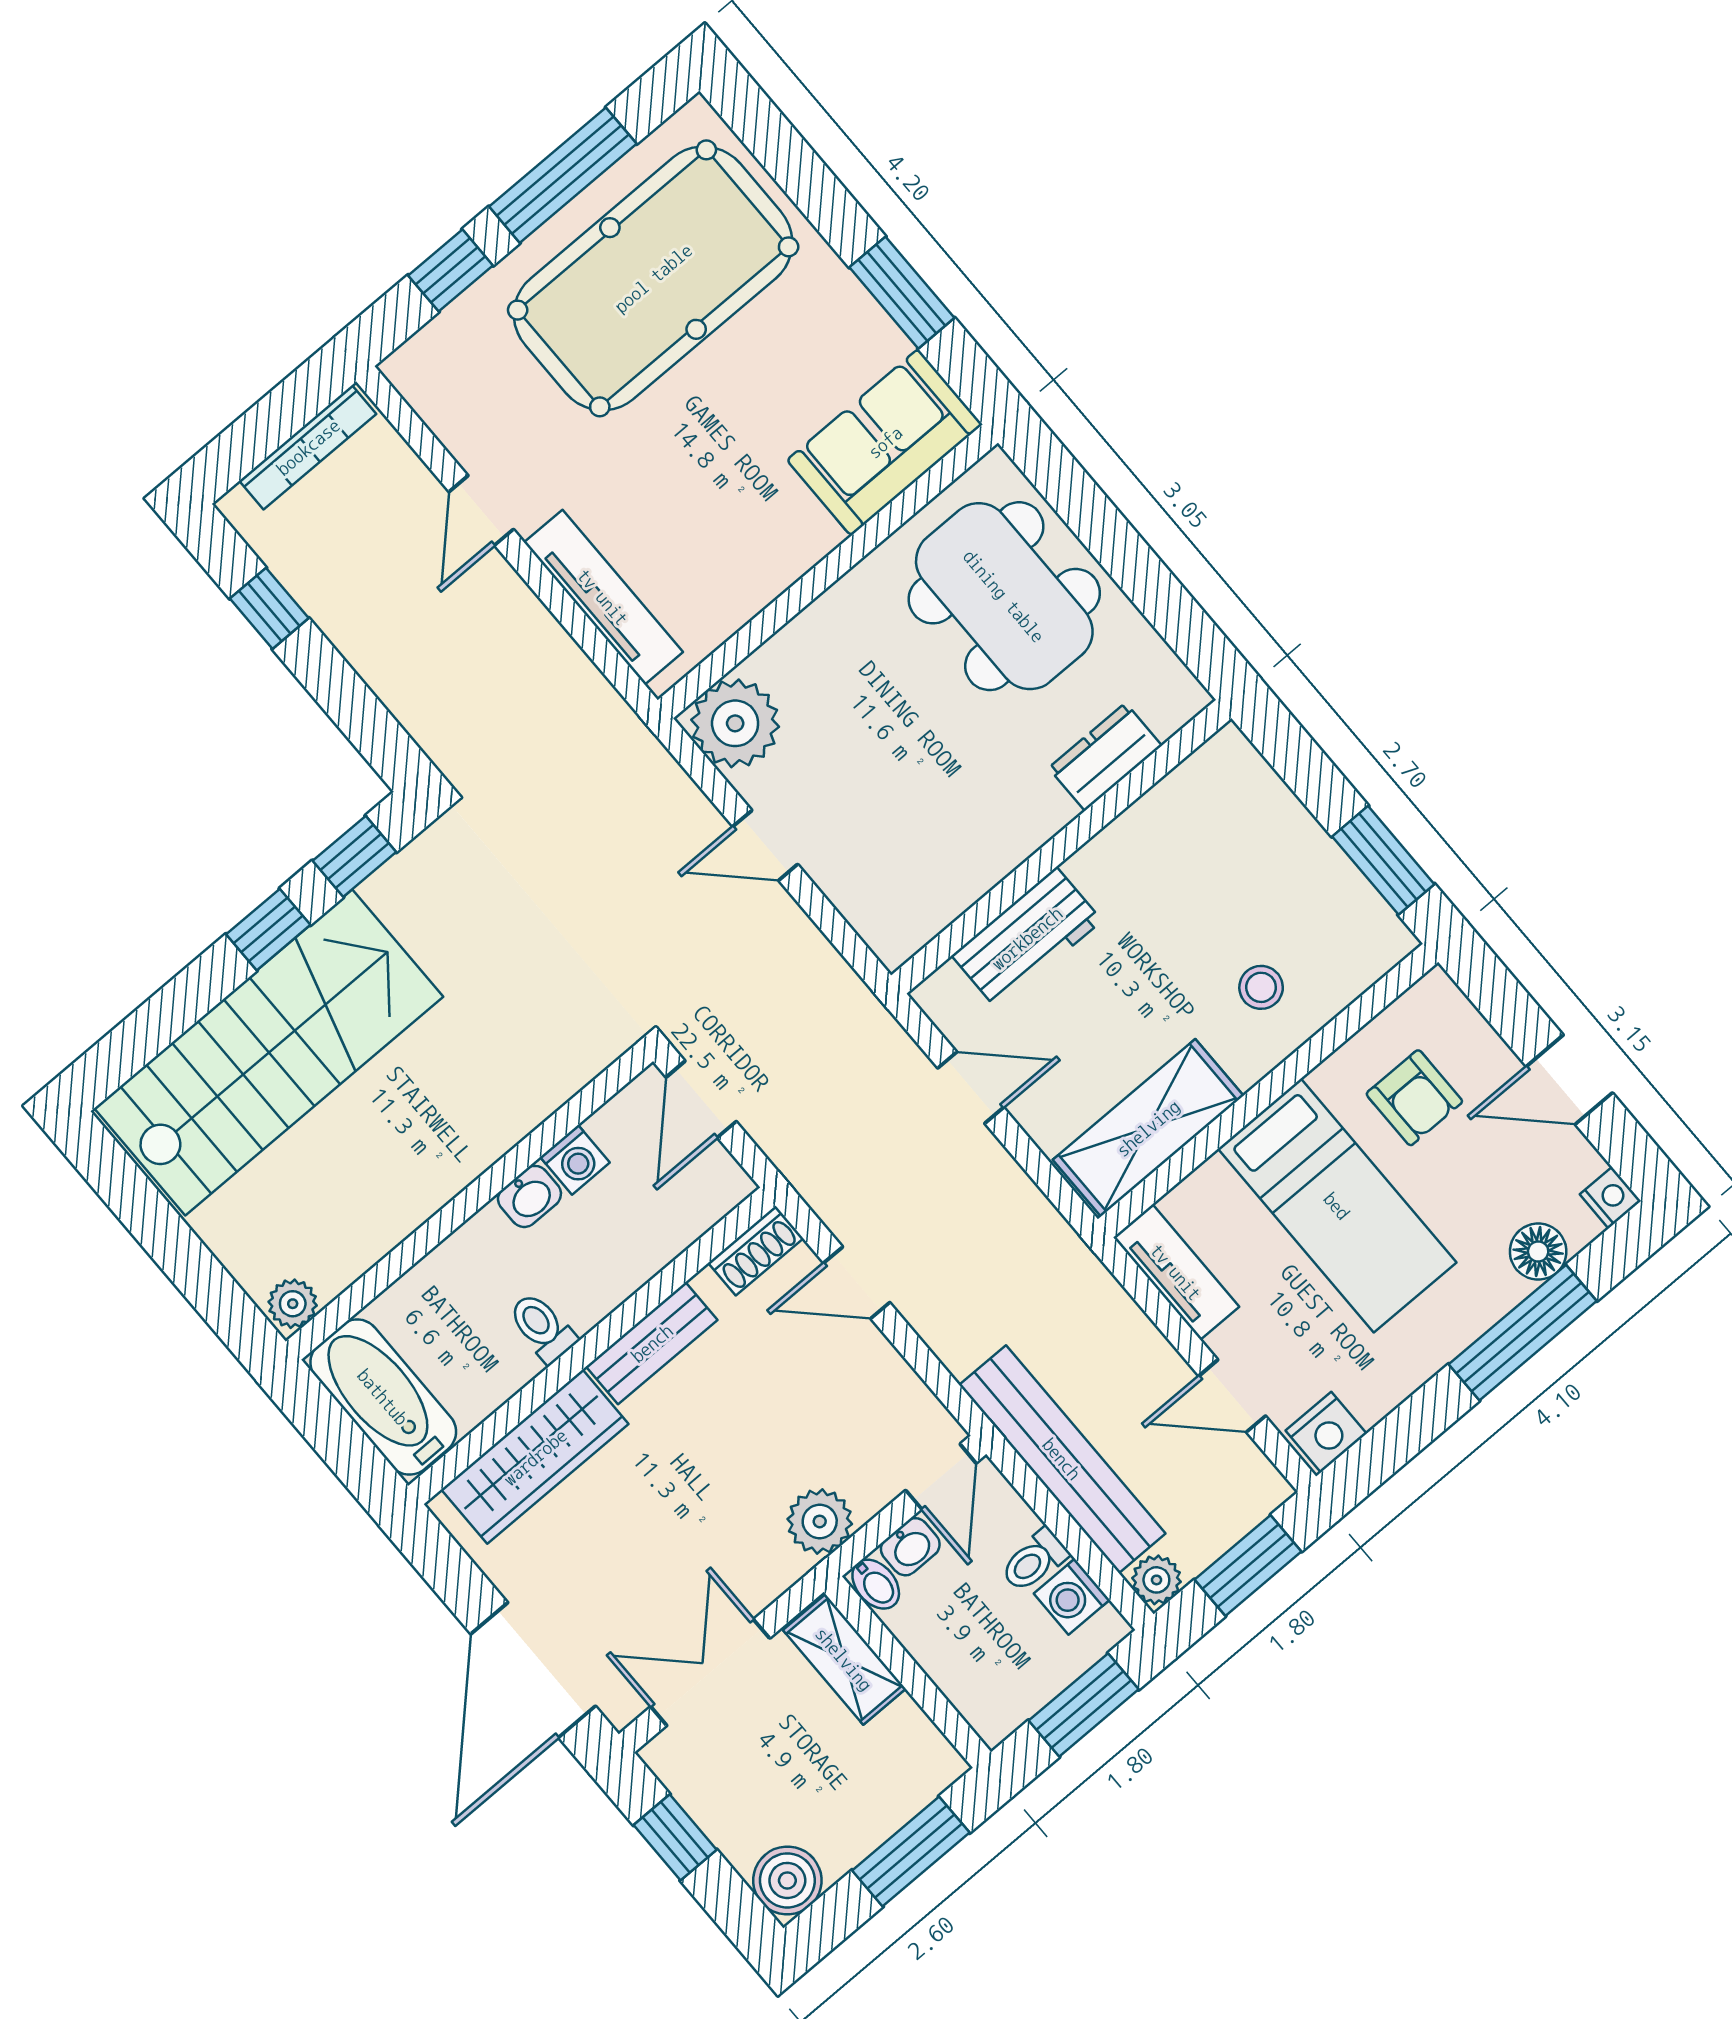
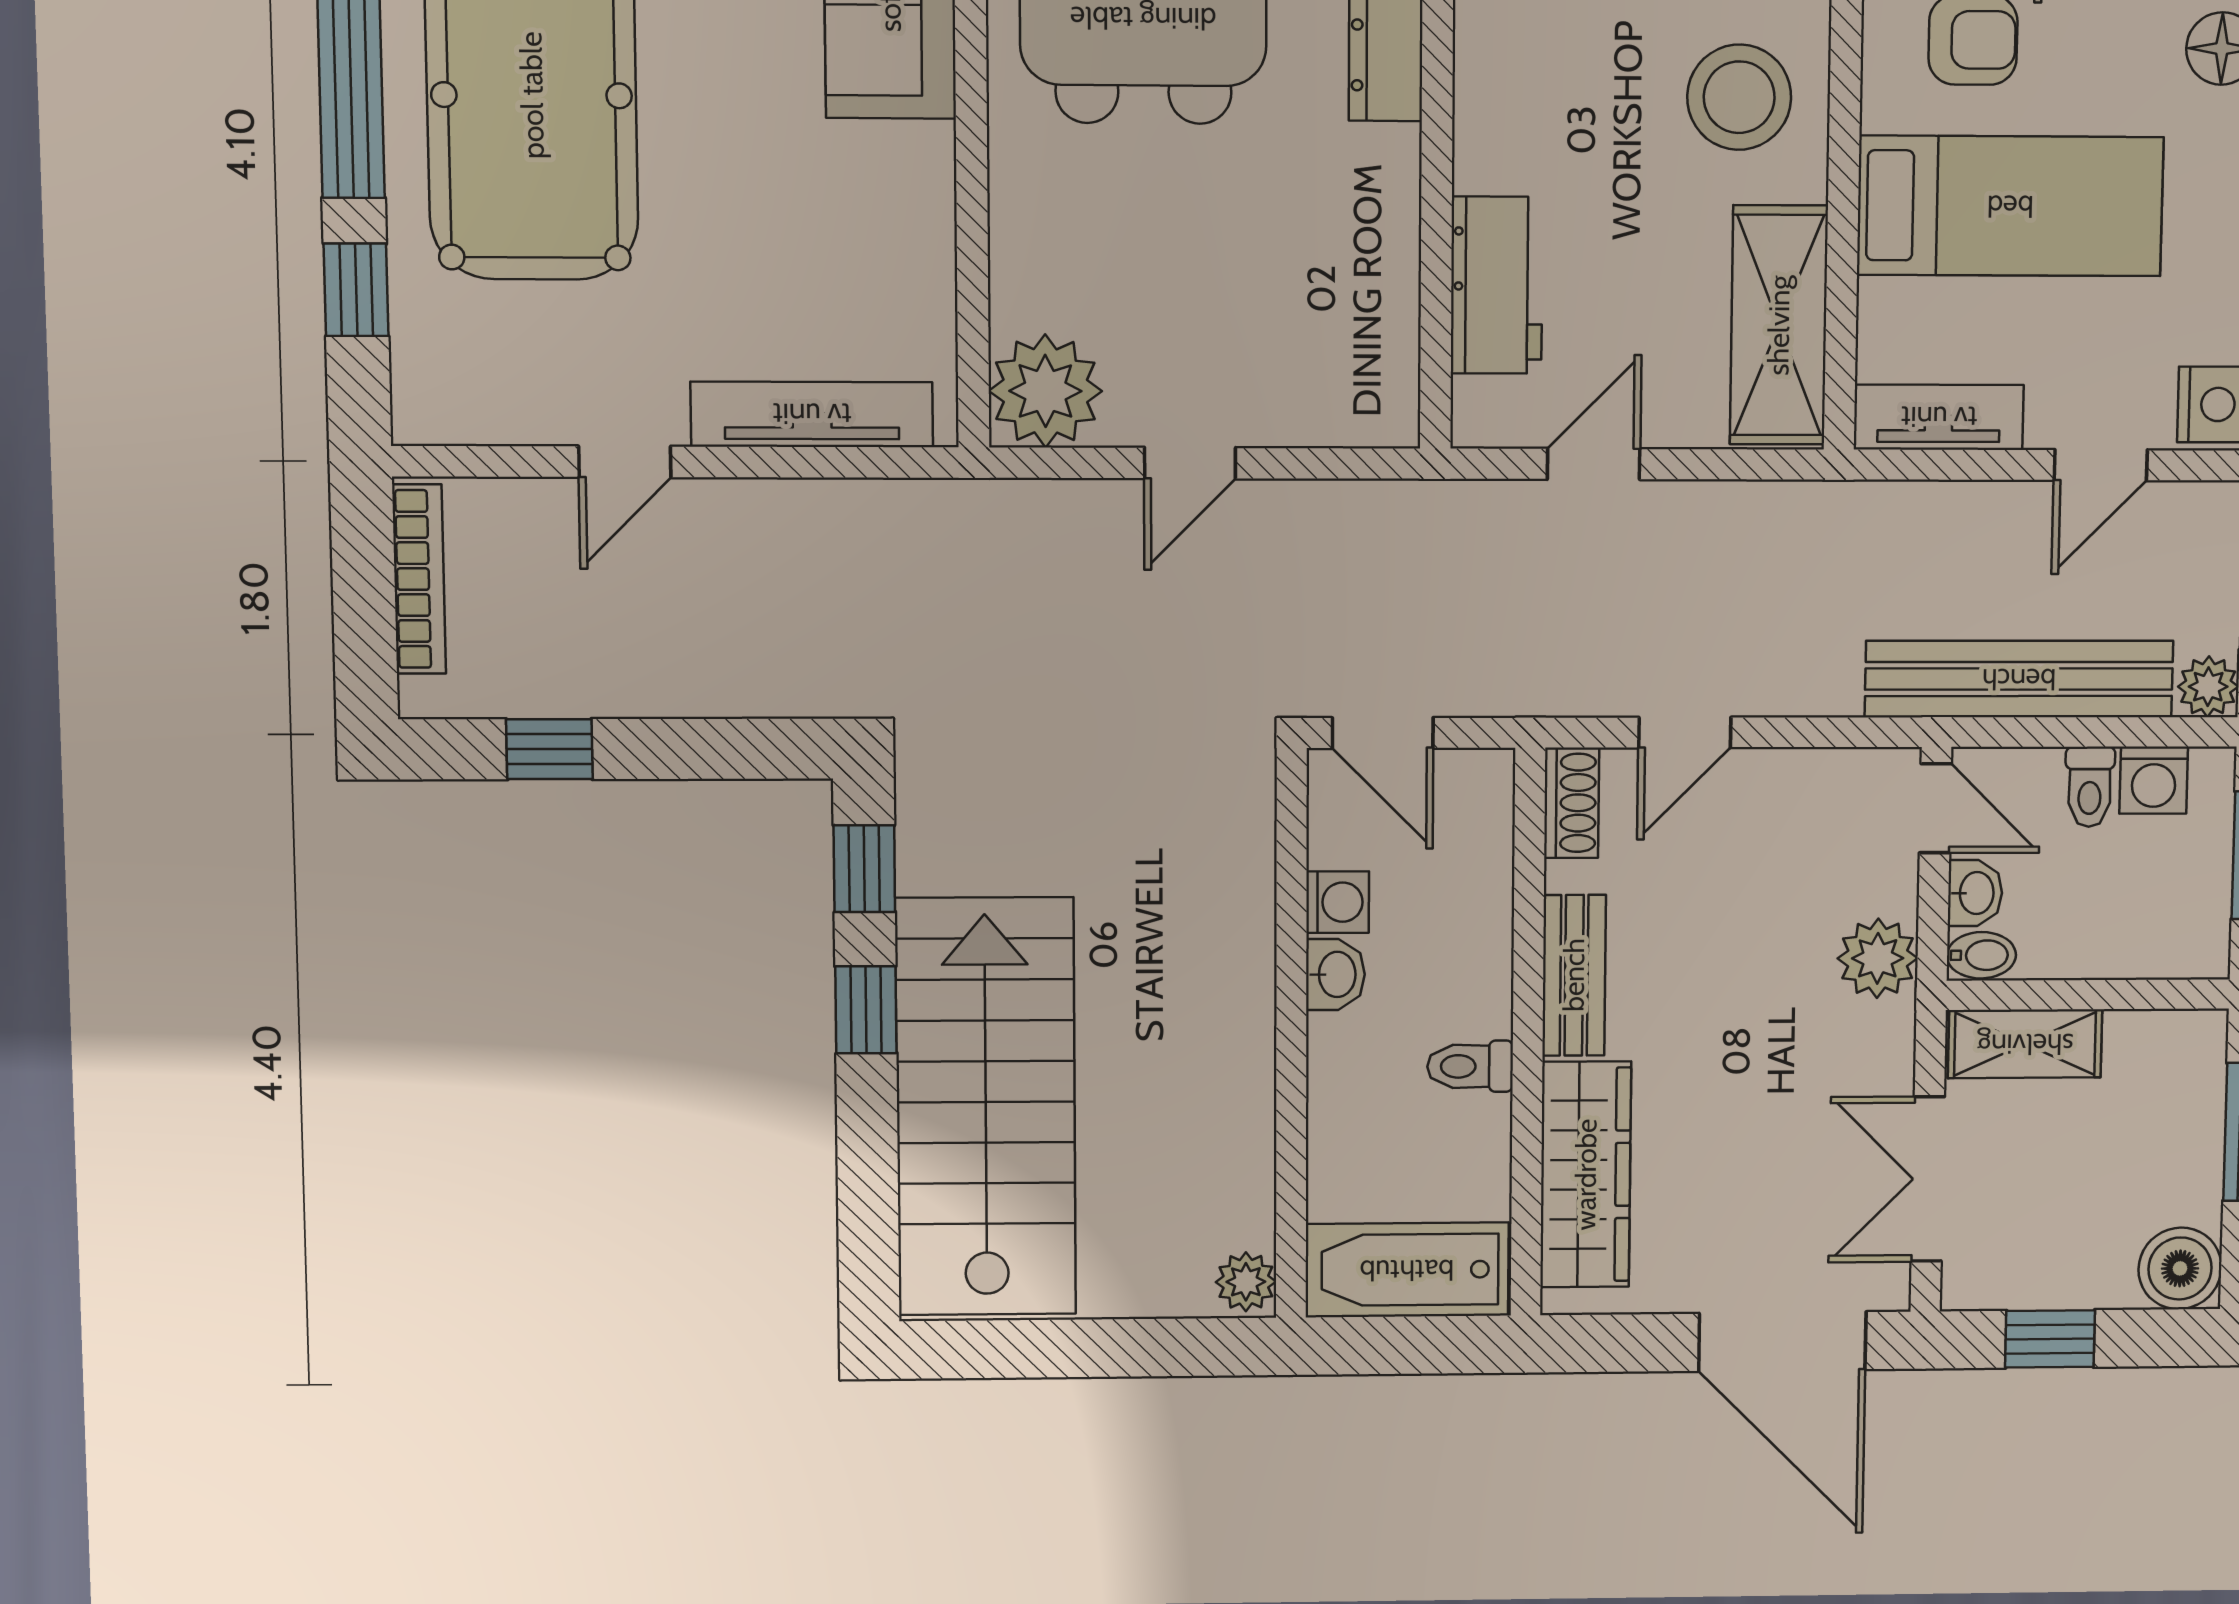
door: (481, 511) -> (625, 462), hinge flipped
stool: (1261, 987) -> (1739, 97), width x1.89, depth x1.89

